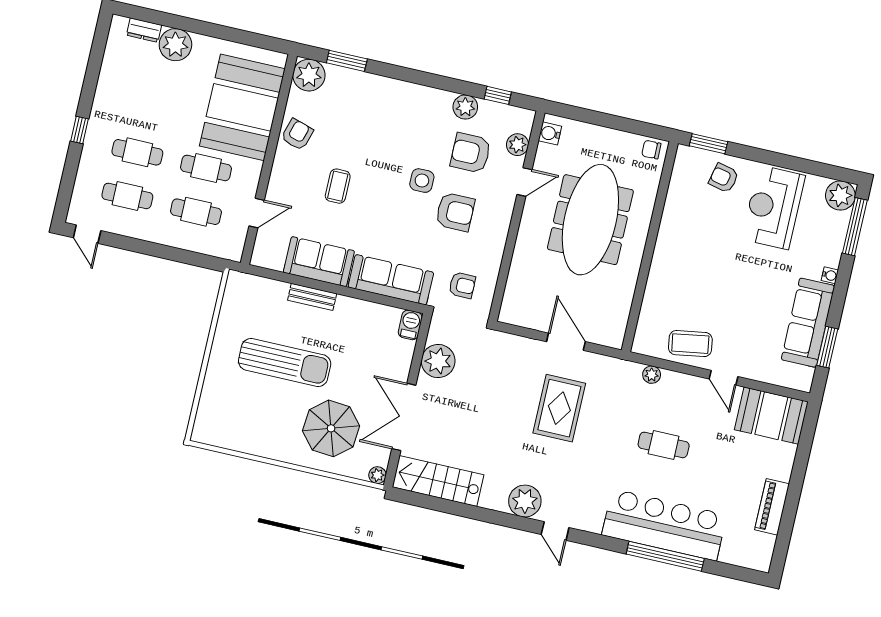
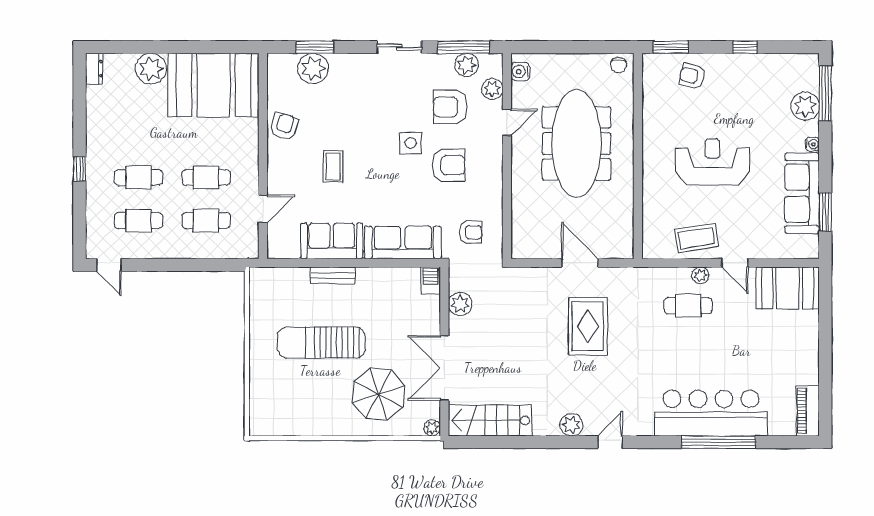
dresser: (144, 30) -> (94, 69), moved, turned -90
plant: (309, 75) -> (313, 69), moved
sliding door: (433, 81) -> (399, 47), added
window: (498, 95) -> (463, 47), width x2.17
booth: (242, 107) -> (214, 85), moved, turned 90
plant: (465, 107) -> (467, 65), moved
chair: (651, 150) -> (619, 65), turned -89
window: (784, 161) -> (745, 47), added
plant: (840, 195) -> (805, 106), moved
reception desk: (773, 207) -> (712, 162), moved, turned 90
plant: (438, 361) -> (460, 304), width x0.73, depth x0.73
sun lounger: (285, 362) -> (321, 343), turned 180
plant: (652, 375) -> (700, 275), moved
cafe table: (664, 445) -> (688, 306), moved
plant: (525, 501) -> (571, 425), width x0.73, depth x0.73
piano: (772, 507) -> (808, 411), moved
door: (555, 531) -> (610, 442), swing flipped

